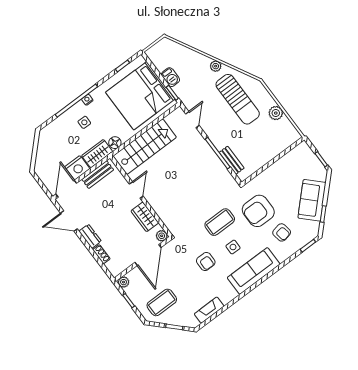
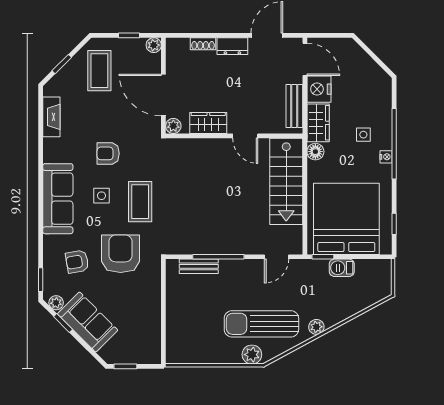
plant: (276, 113) -> (252, 355), moved
door: (192, 120) -> (276, 257), hinge flipped
plant: (314, 227) -> (56, 303), added

